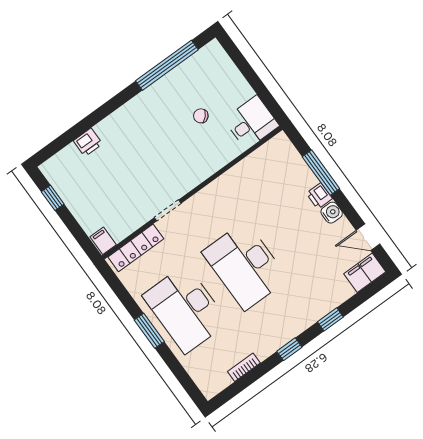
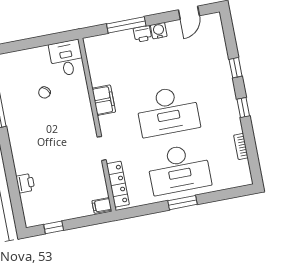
filing cabinet: (365, 273) -> (104, 100), moved, turned 180

